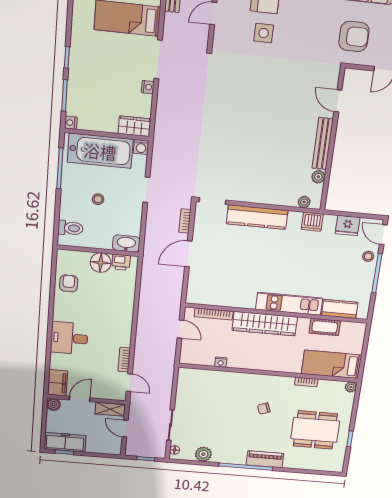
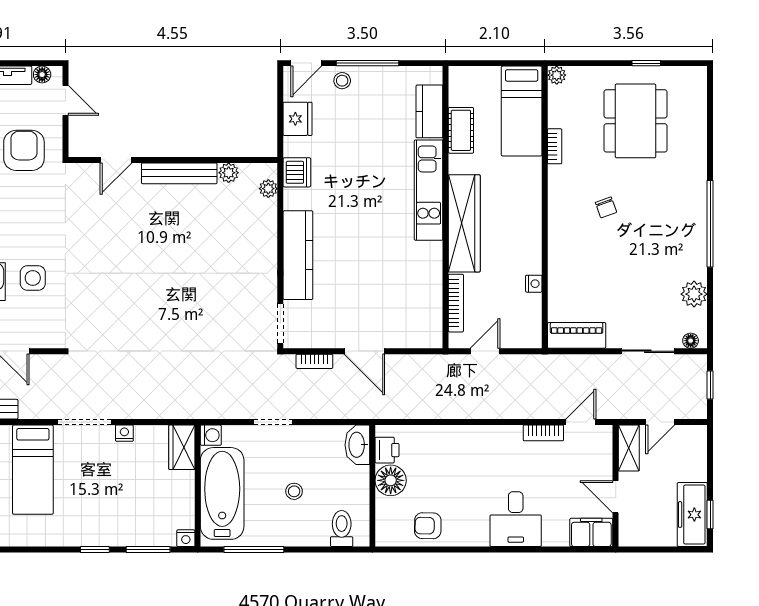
boiler: (54, 404) -> (629, 536), removed
piano: (265, 459) -> (577, 335), moved, turned 90

